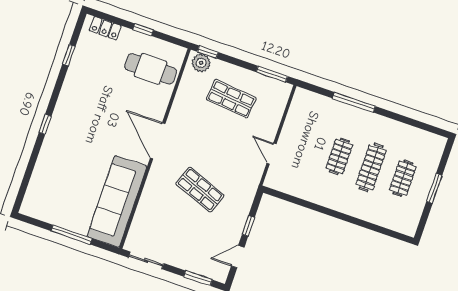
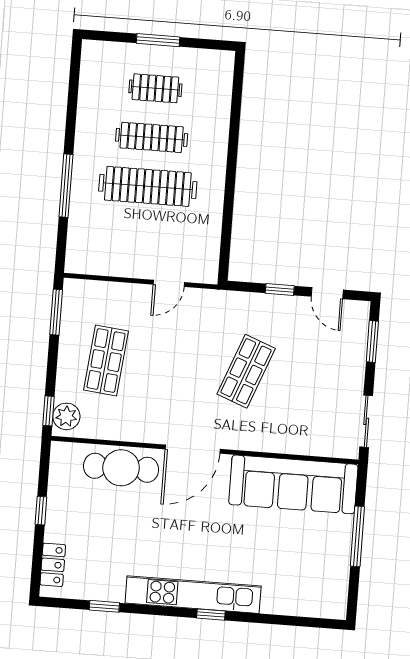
cafe table: (151, 69) -> (121, 468), moved, turned 90
kitchen unit: (61, 116) -> (193, 595), added
clothes rail: (339, 156) -> (148, 186), width x1.86, depth x1.31

